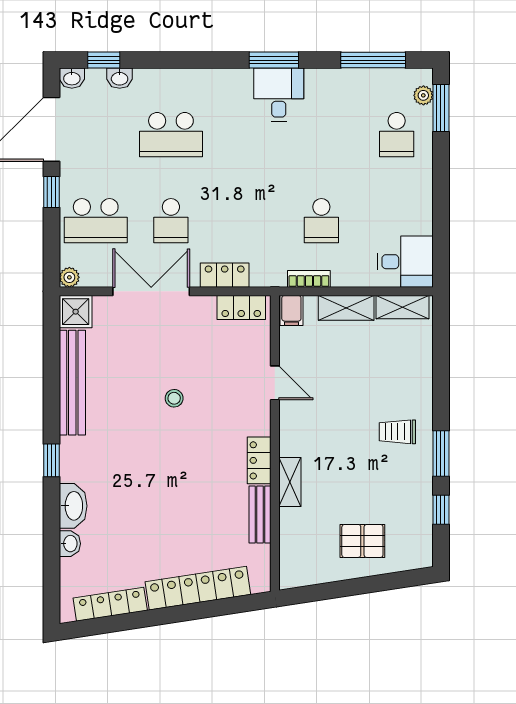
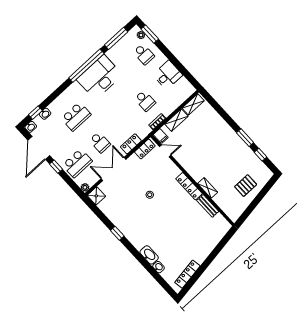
window: (274, 60) -> (86, 66), width x2.11
desk: (279, 95) -> (100, 77), width x1.87, depth x1.30
desk: (405, 262) -> (168, 75), moved
bench: (72, 383) -> (115, 218), removed
door: (275, 383) -> (165, 151), moved
trolley: (397, 432) -> (226, 143), removed
window: (51, 460) -> (117, 233), moved
locker: (259, 460) -> (189, 186), width x1.53
locker: (198, 588) -> (209, 245), removed

